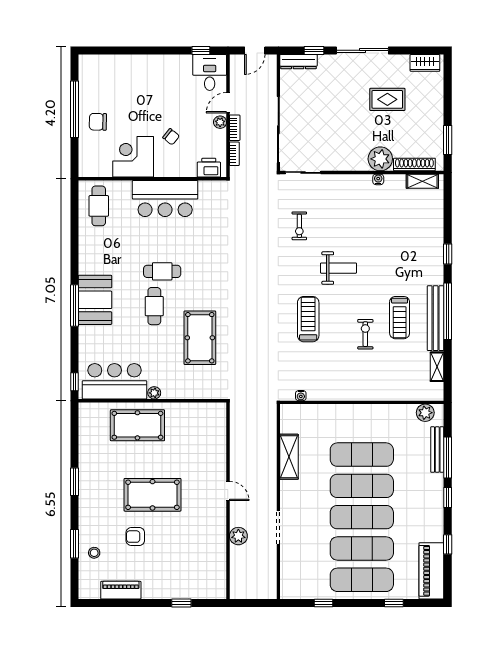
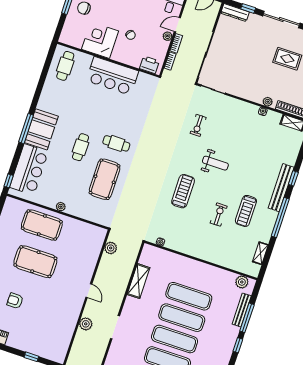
plant: (380, 159) -> (268, 102), width x0.53, depth x0.53
cafe table: (162, 271) -> (116, 143), moved
bench: (436, 318) -> (281, 188), moved
bar counter: (114, 381) -> (29, 169), moved, turned 90
plant: (238, 425) -> (111, 248), added
pool table: (152, 495) -> (35, 262), moved

